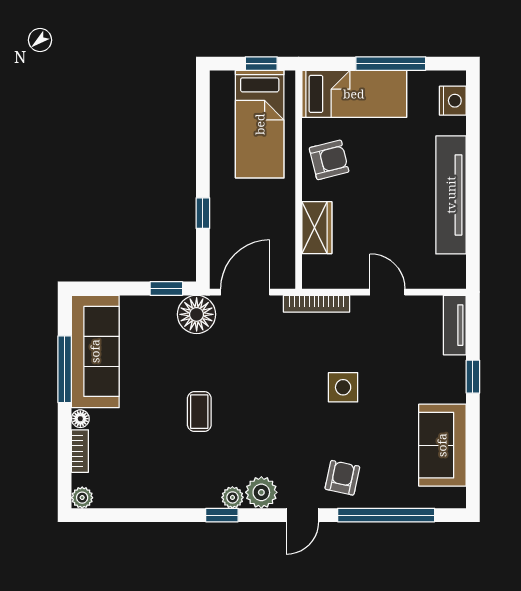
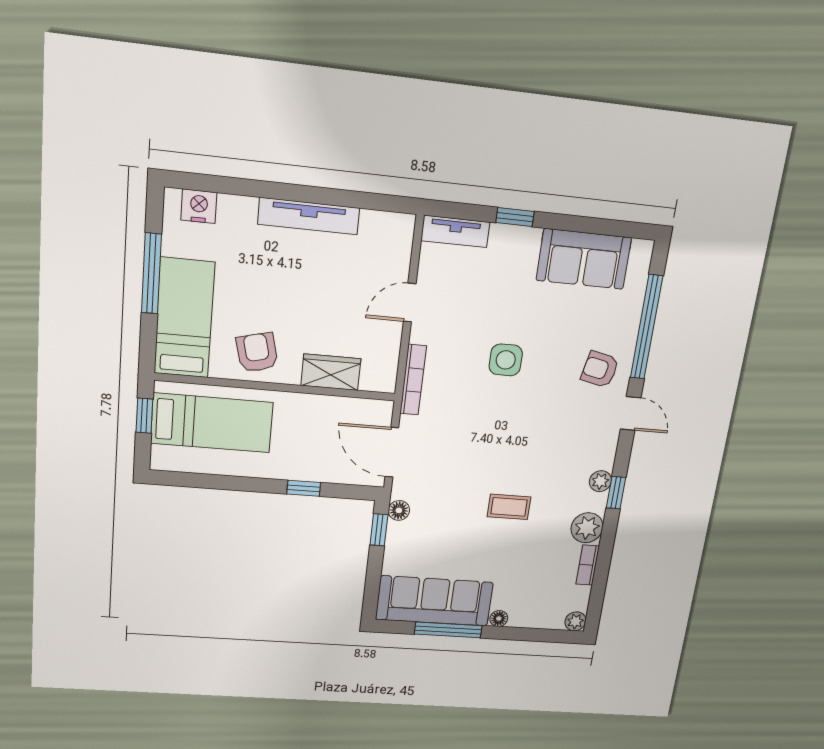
tv unit: (451, 195) -> (309, 216), width x0.73, depth x0.78
floor lamp: (197, 314) -> (399, 510), width x0.53, depth x0.53
bookcase: (80, 451) -> (588, 565), moved, turned -90
plant: (261, 492) -> (587, 528), moved

